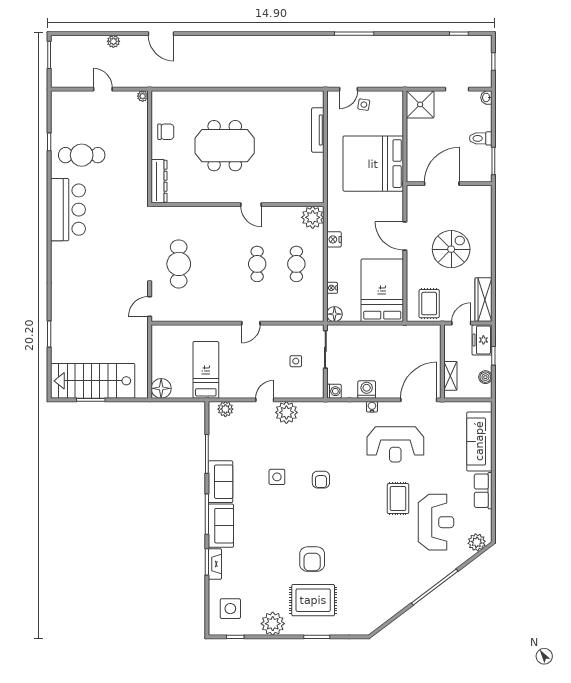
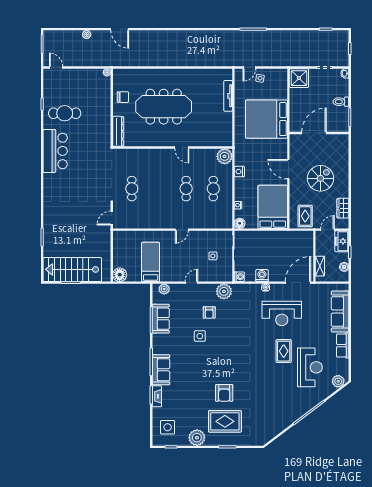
door: (103, 89) -> (56, 67), moved
meeting table: (225, 146) -> (164, 107), width x1.36
cafe table: (179, 264) -> (132, 189), width x0.73, depth x0.74
wardrobe: (484, 300) -> (343, 208), width x0.67
plant: (286, 412) -> (224, 291), moved
armchair: (321, 480) -> (209, 312), moved
sofa: (220, 482) -> (161, 319), moved

